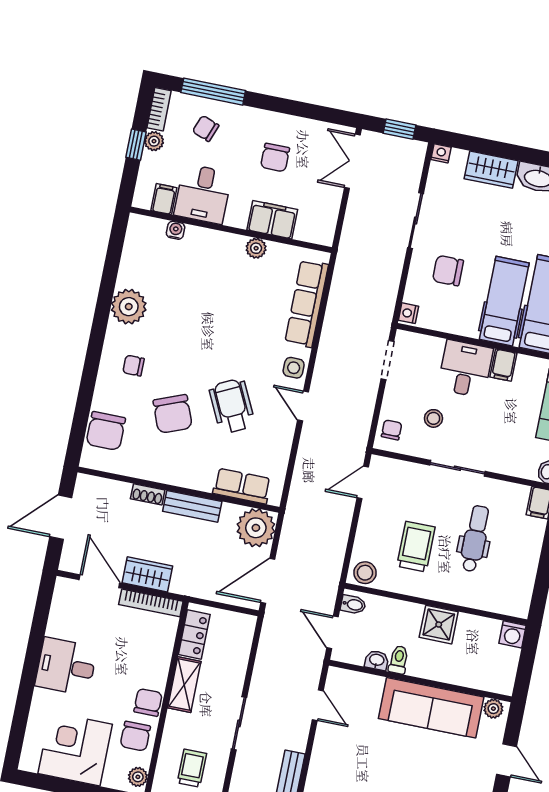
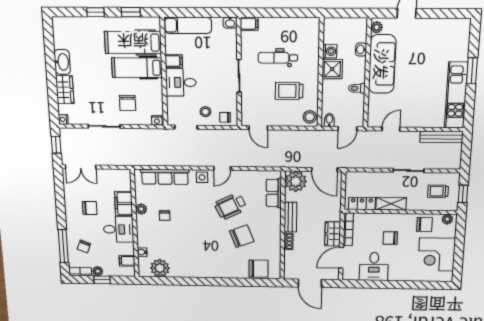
desk: (203, 194) -> (118, 229), moved
plant: (129, 307) -> (160, 268), moved
chair: (134, 366) -> (165, 216), moved
stool: (433, 418) -> (205, 112), moved
washing machine: (513, 634) -> (330, 51), moved
washbasin: (377, 660) -> (361, 49), moved
desk: (66, 667) -> (374, 267), moved
chair: (148, 702) -> (390, 238), moved

